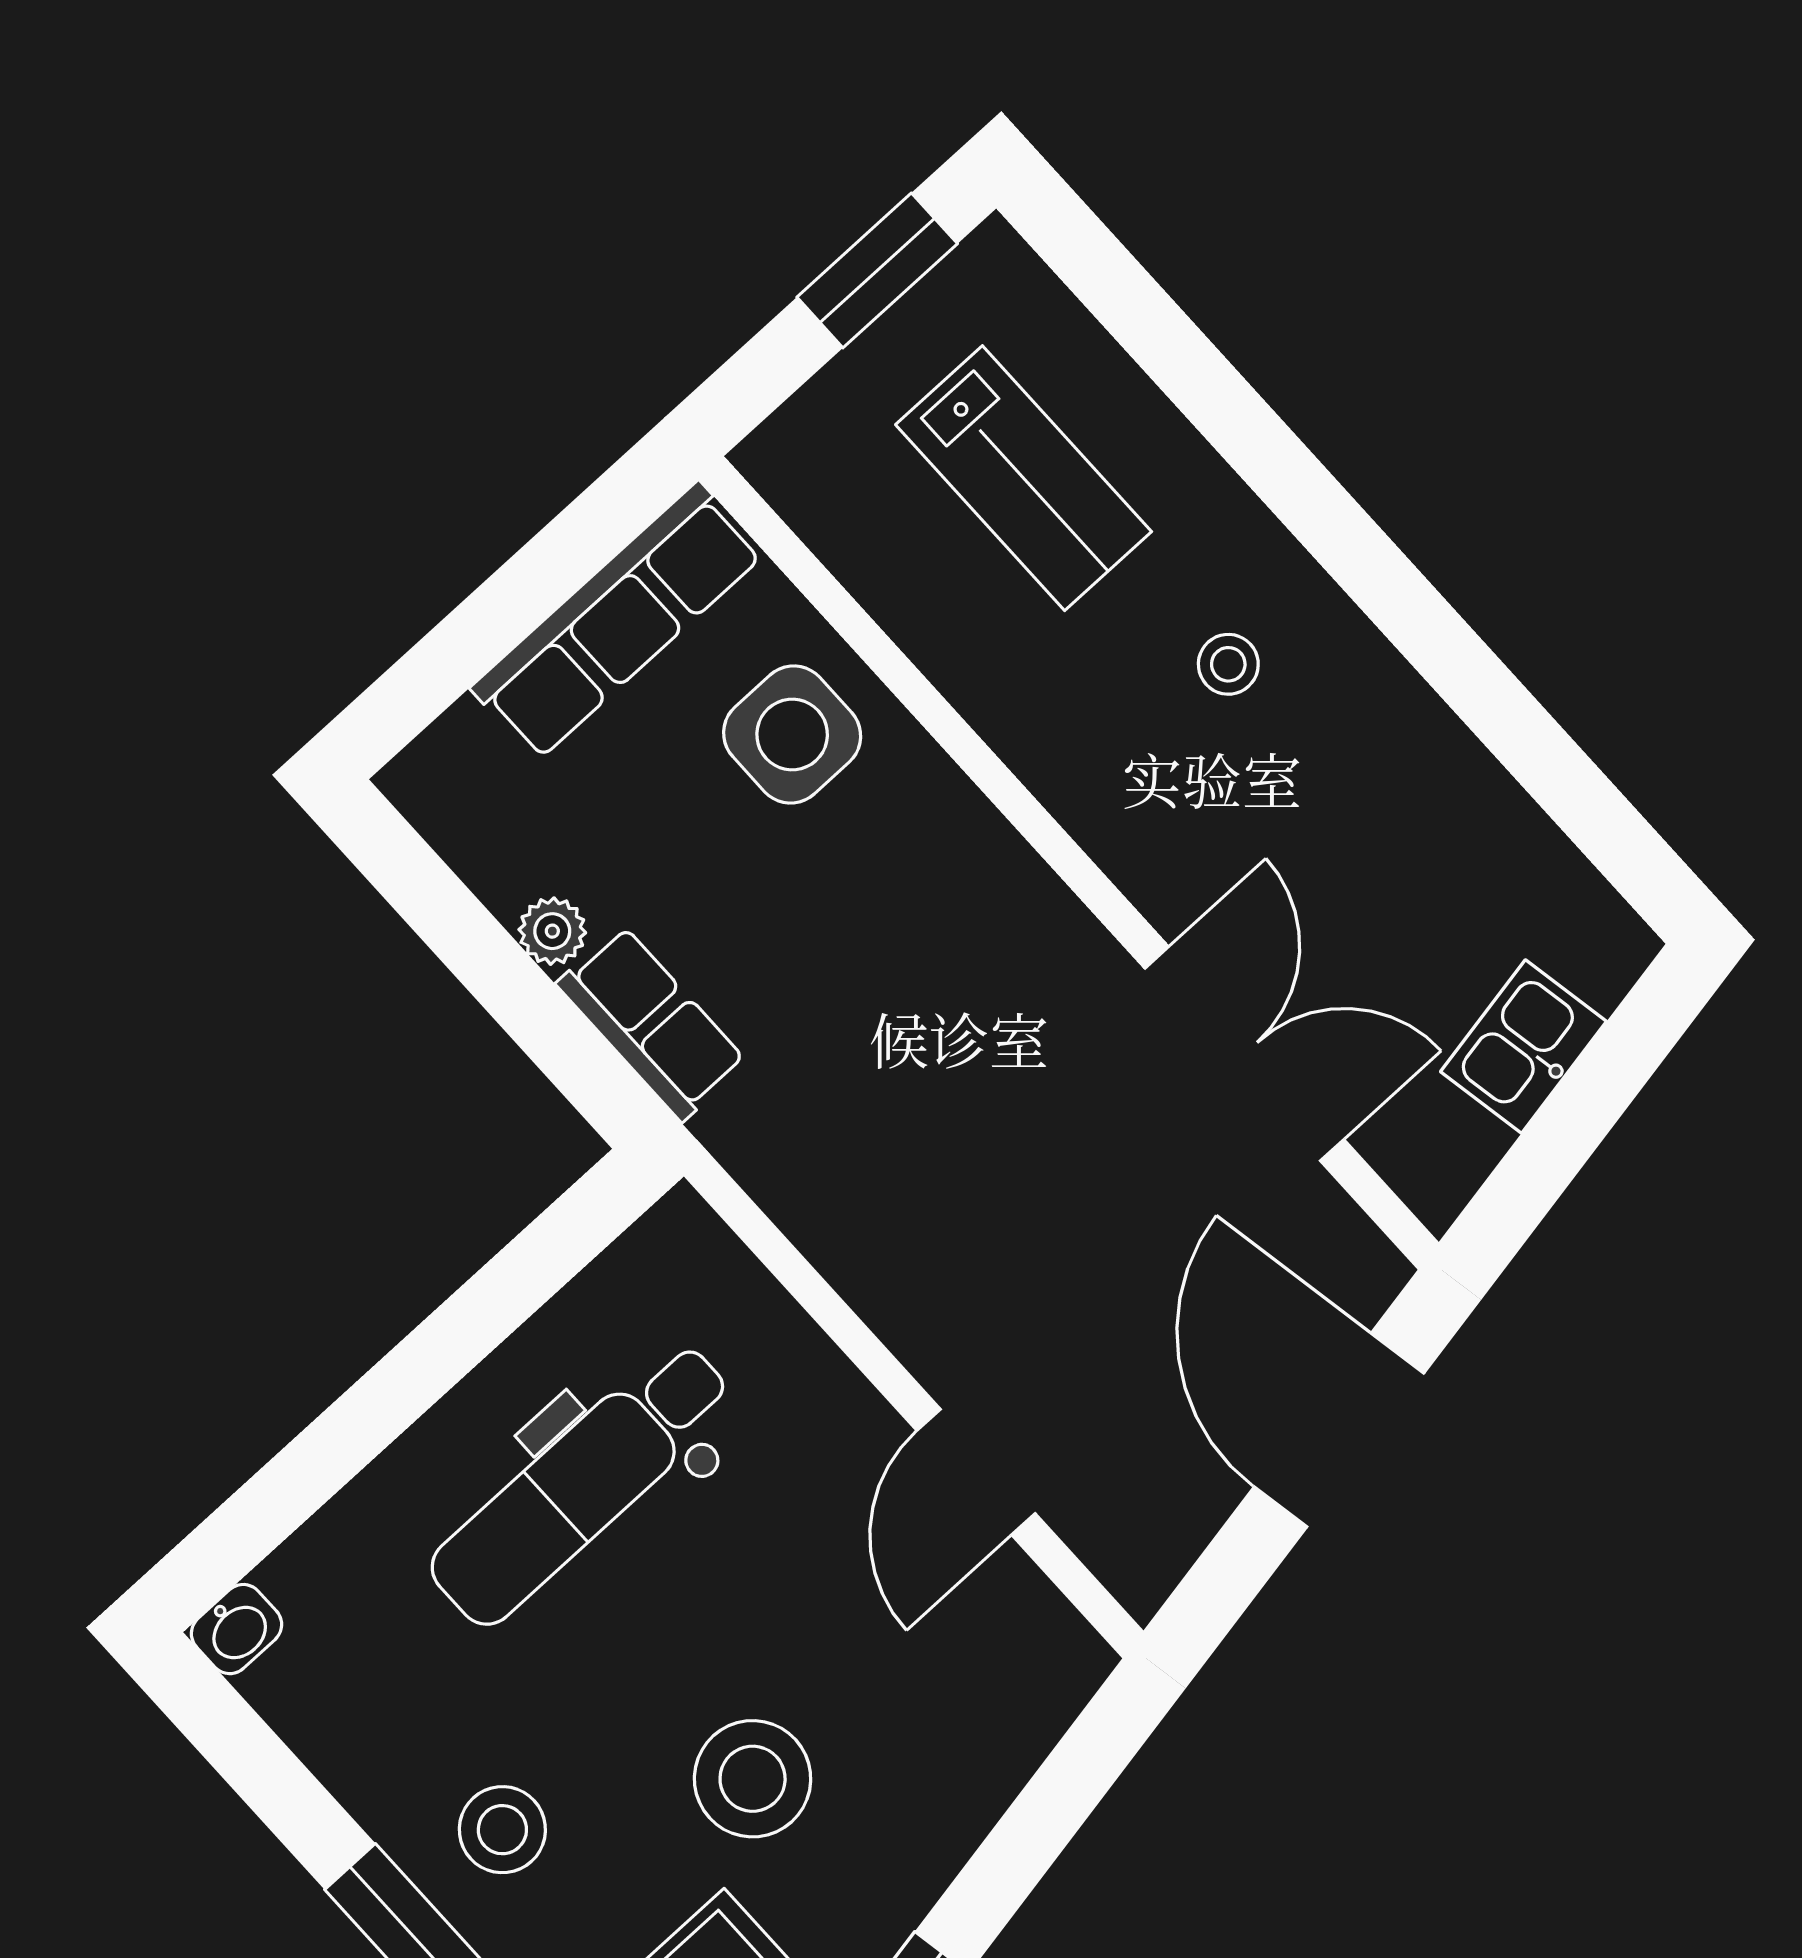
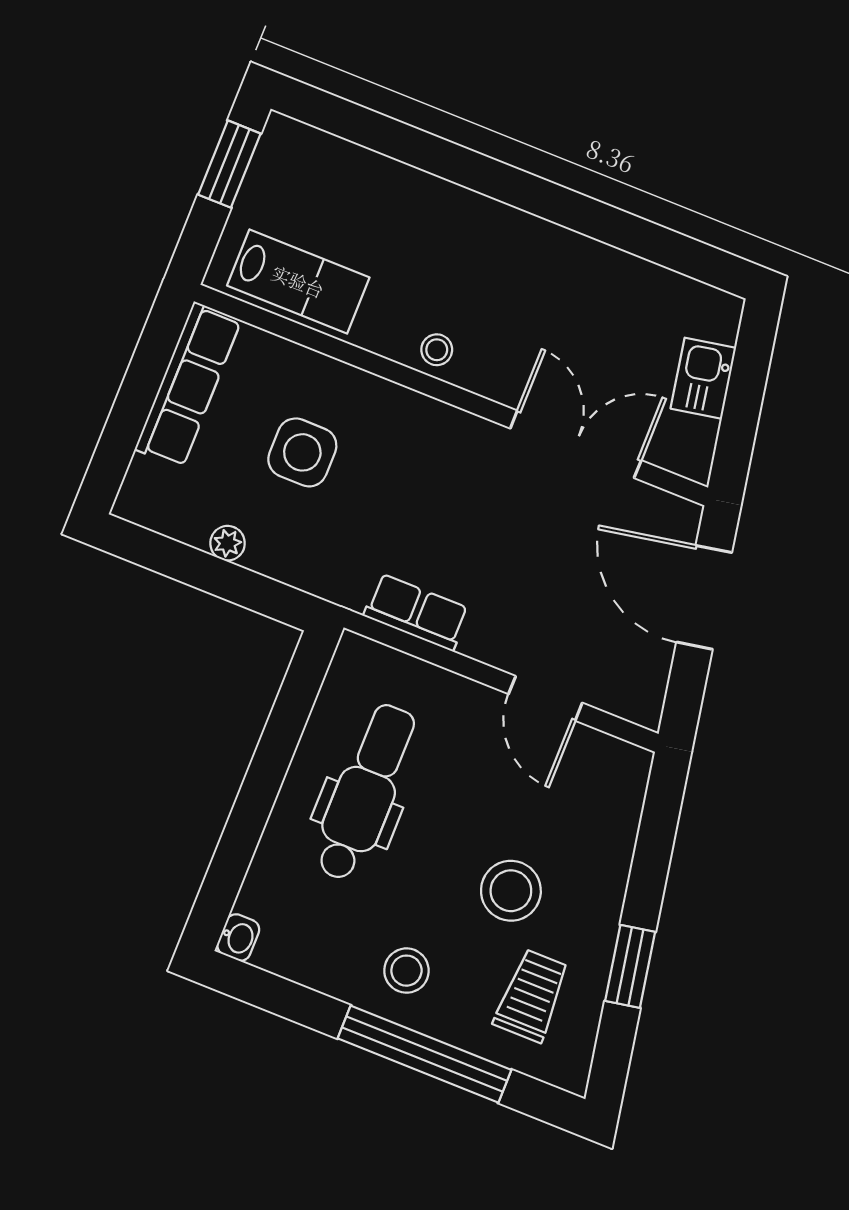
lab bench: (1024, 478) -> (298, 281), moved
stool: (1228, 664) -> (437, 350), moved
side table: (792, 735) -> (302, 452), moved
row of seats: (652, 1023) -> (416, 612), moved
dental chair: (581, 1483) -> (365, 792), turned 180

